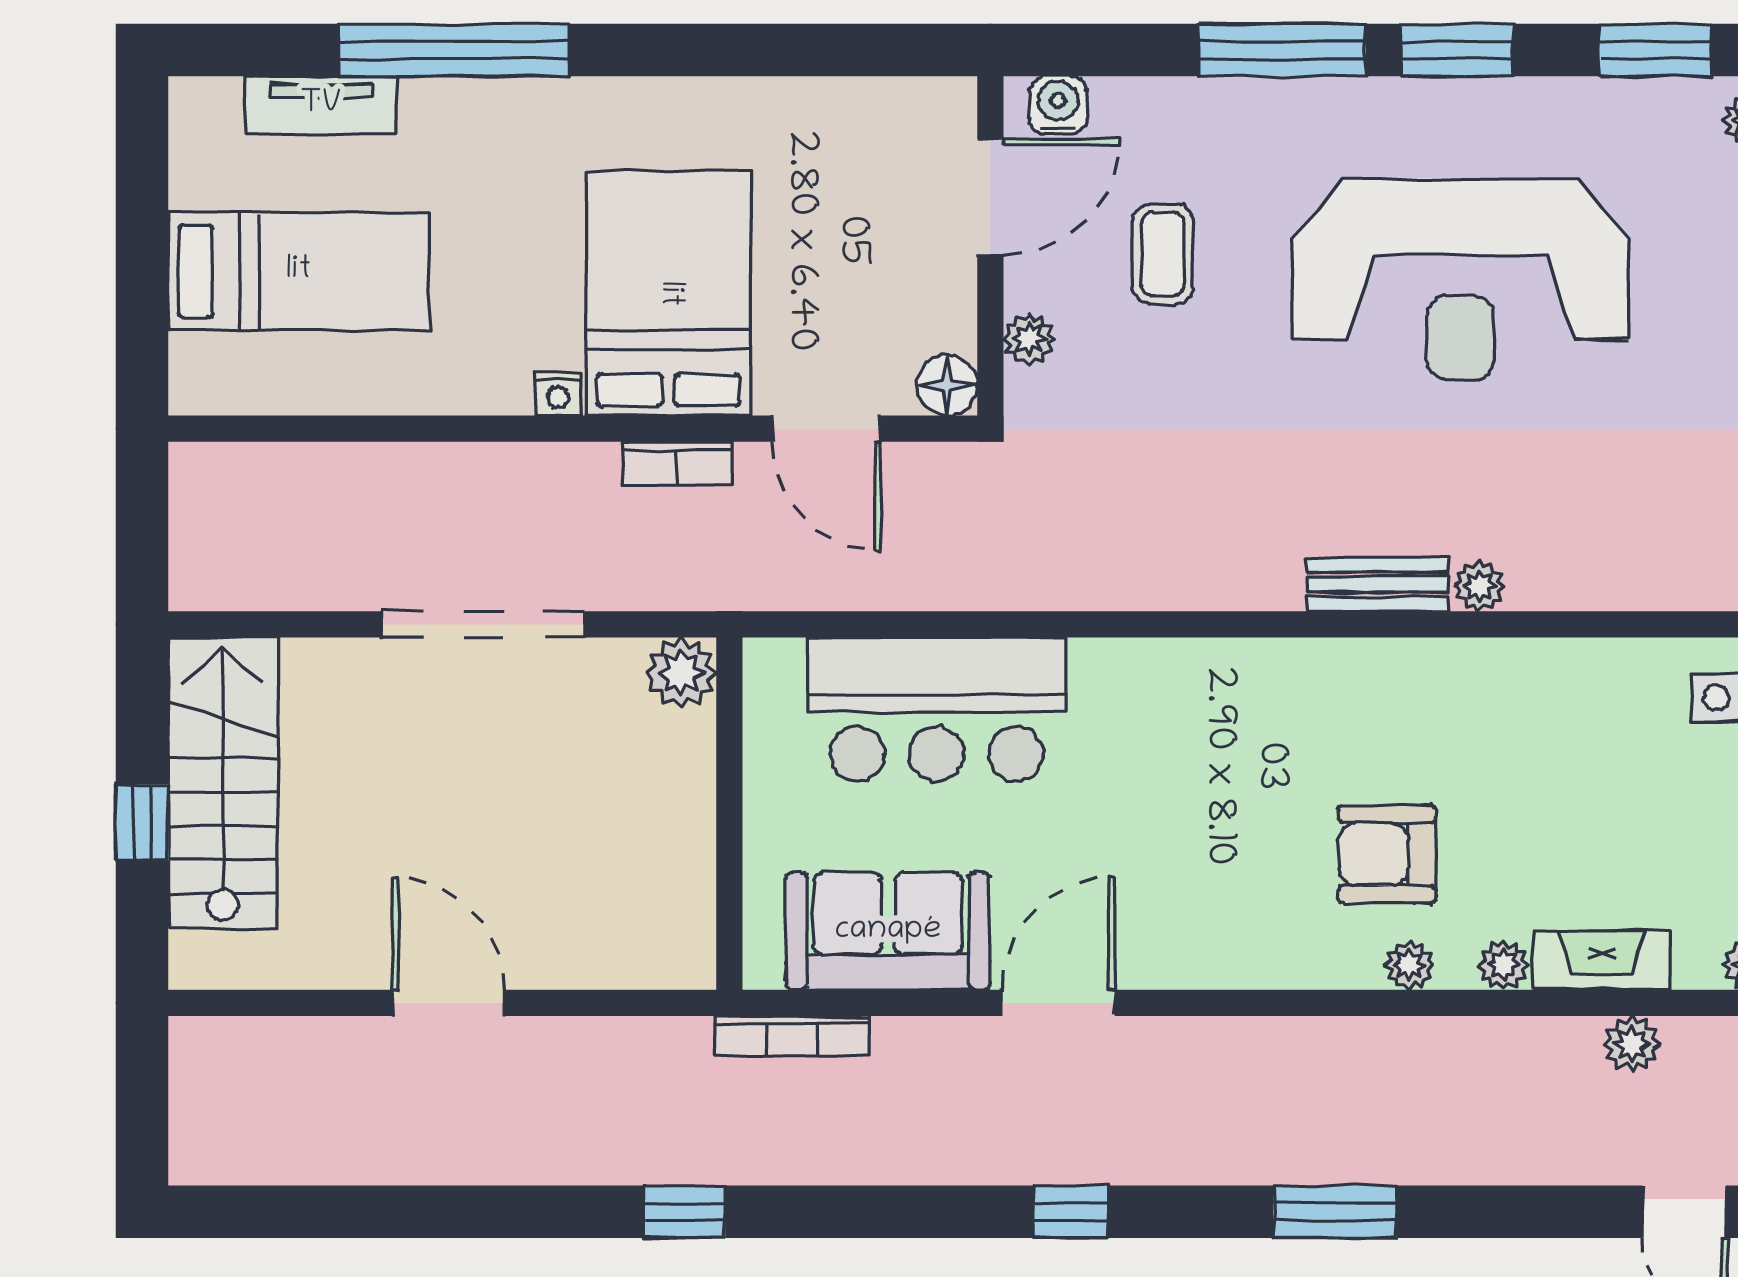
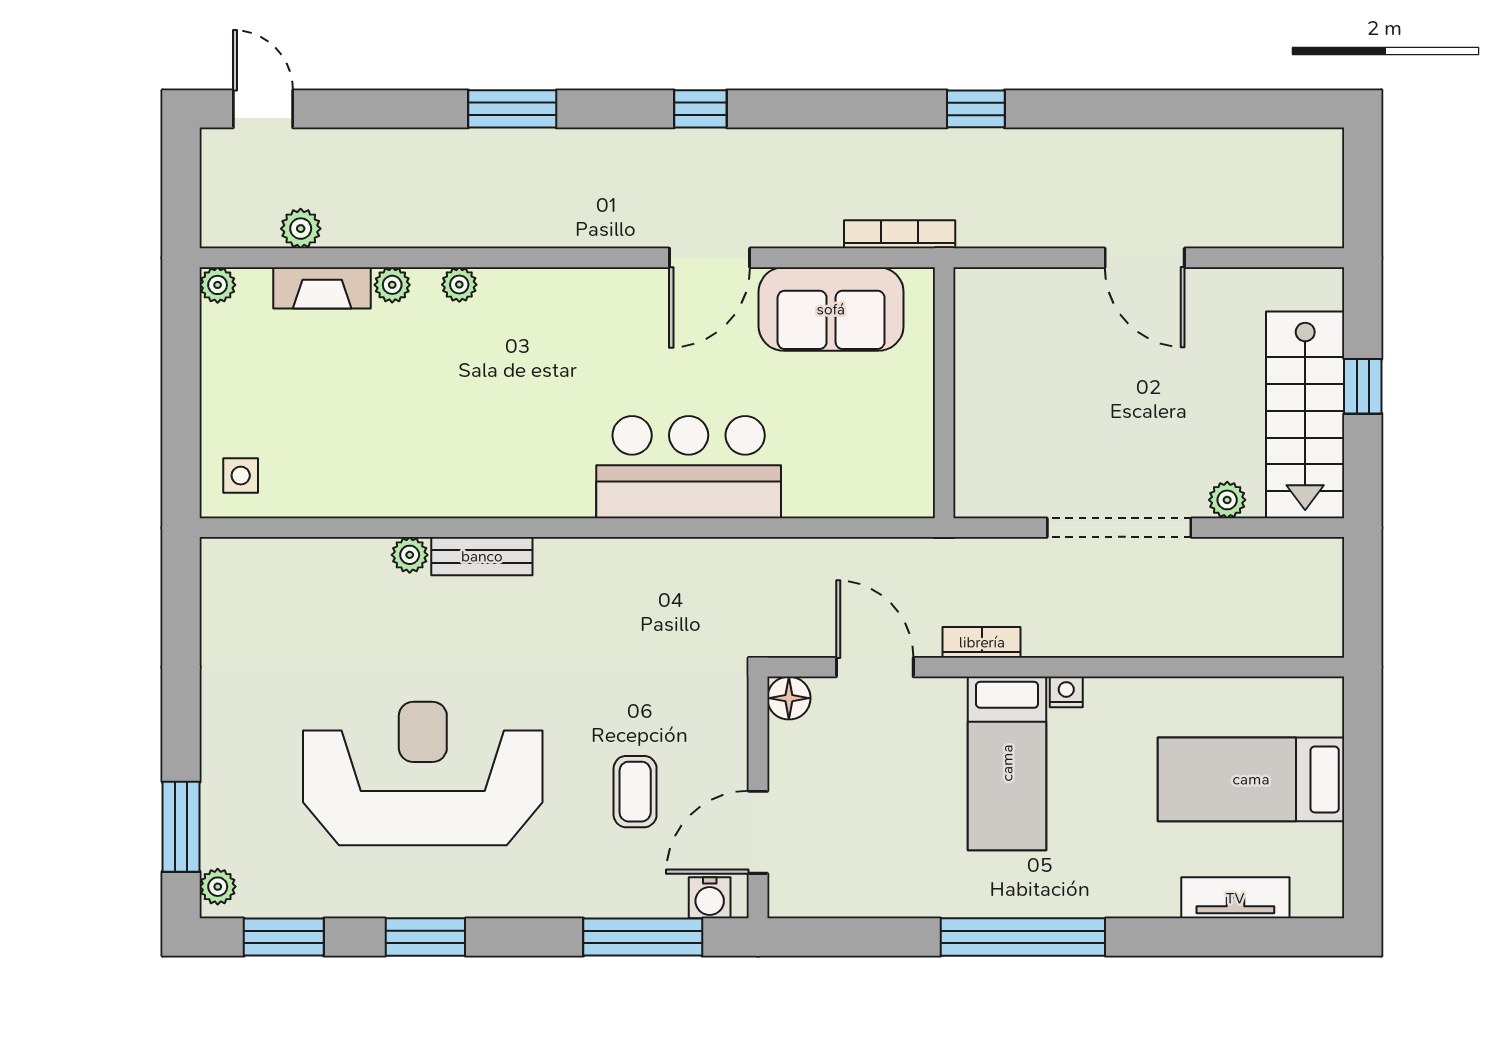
window: (454, 50) -> (1023, 937), moved
window: (1282, 50) -> (643, 937), moved
bed: (669, 294) -> (1007, 763), width x0.67
plant: (1029, 339) -> (730, 731), removed
plant: (681, 673) -> (1227, 500), moved, width x0.73, depth x0.73
bar counter: (937, 709) -> (689, 467), moved
armchair: (1387, 854) -> (475, 364), removed

